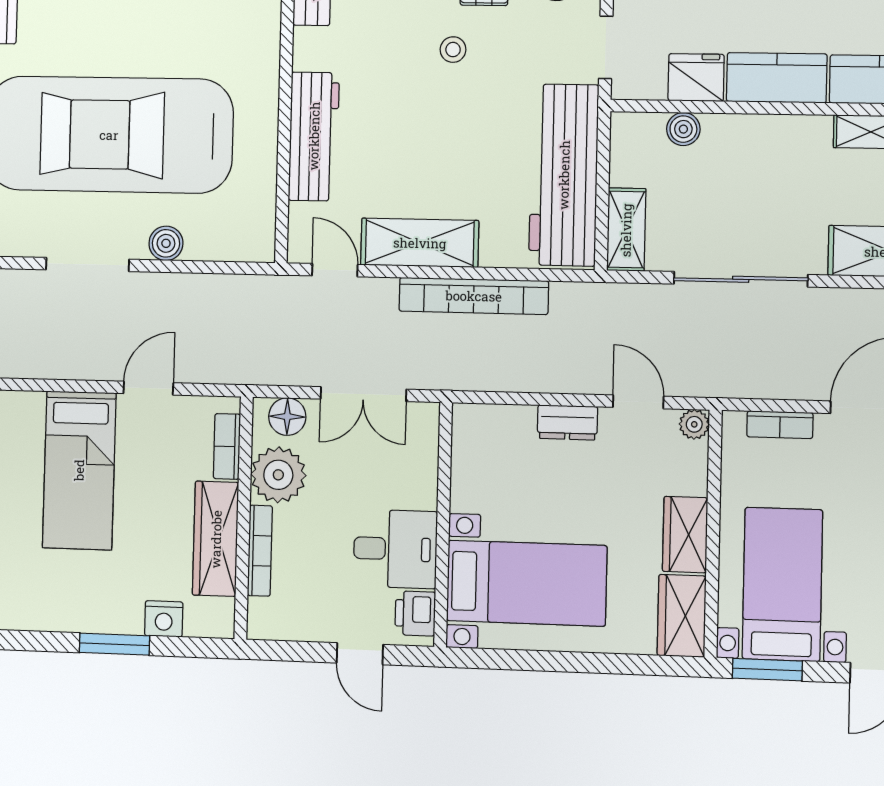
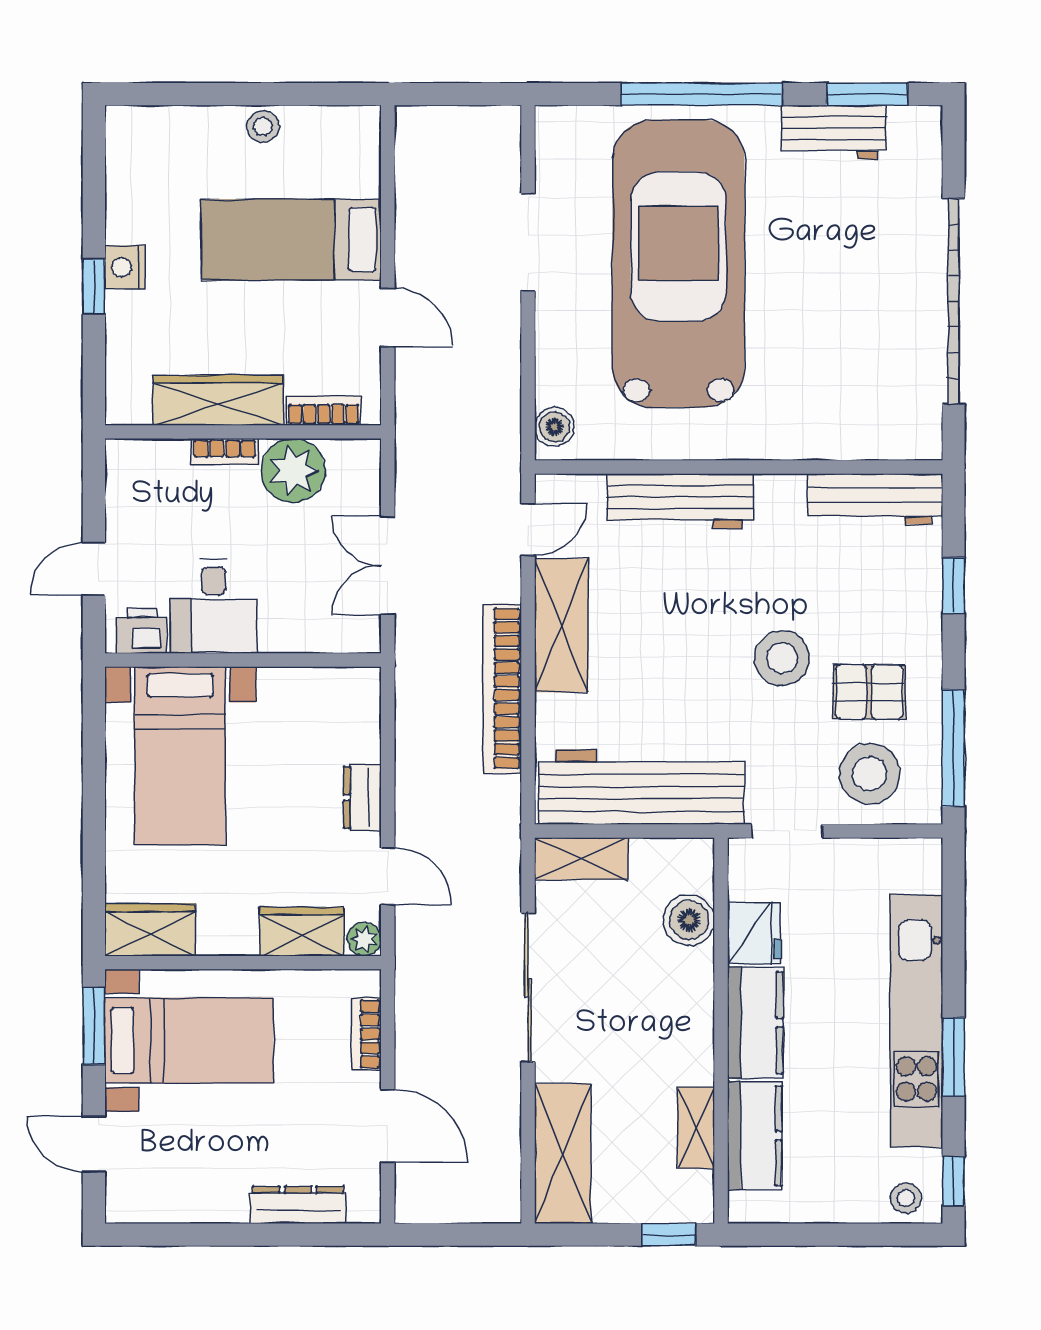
stool: (453, 50) -> (782, 658), width x1.89, depth x1.89
boiler: (683, 129) -> (689, 920), width x1.36, depth x1.36
boiler: (166, 243) -> (554, 427), moved
door: (638, 402) -> (388, 876), hinge flipped
floor lamp: (287, 417) -> (360, 479), removed
wardrobe: (685, 535) -> (302, 932), moved
bookcase: (260, 551) -> (225, 452), width x0.64
nightstand: (164, 619) -> (125, 267), moved
window: (114, 644) -> (94, 286), width x0.67

